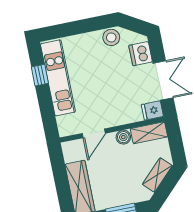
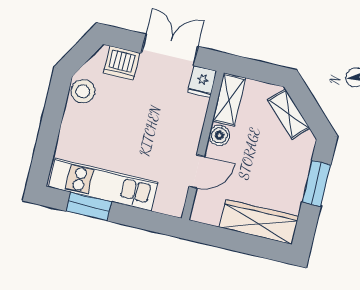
window: (40, 75) -> (89, 206), width x1.50
door: (94, 133) -> (197, 171), hinge flipped

